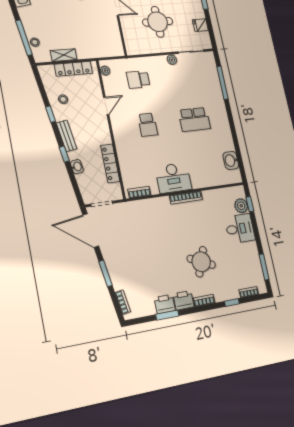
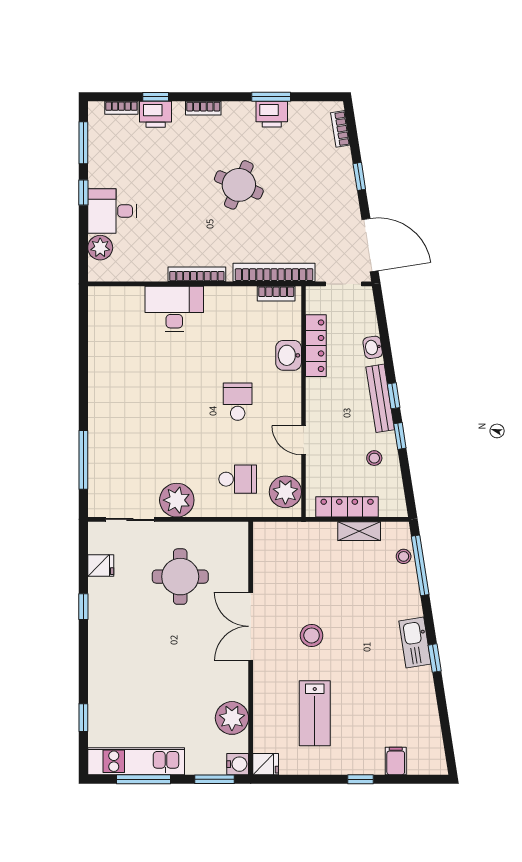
plant: (172, 60) -> (177, 500), width x1.88, depth x1.88
plant: (105, 71) -> (285, 492), width x1.88, depth x1.88
door: (106, 106) -> (304, 440), hinge flipped
school desk: (194, 119) -> (151, 402), removed
bench: (67, 136) -> (380, 398), width x1.36
window: (64, 154) -> (394, 396), moved
washbasin: (231, 160) -> (289, 355), moved, turned 180
desk: (173, 178) -> (174, 309), moved
window: (250, 204) -> (83, 193), moved
bookcase: (143, 205) -> (274, 272), added
round table: (201, 262) -> (239, 185), moved
window: (106, 273) -> (359, 176), width x0.67
printer: (184, 300) -> (156, 114), moved

